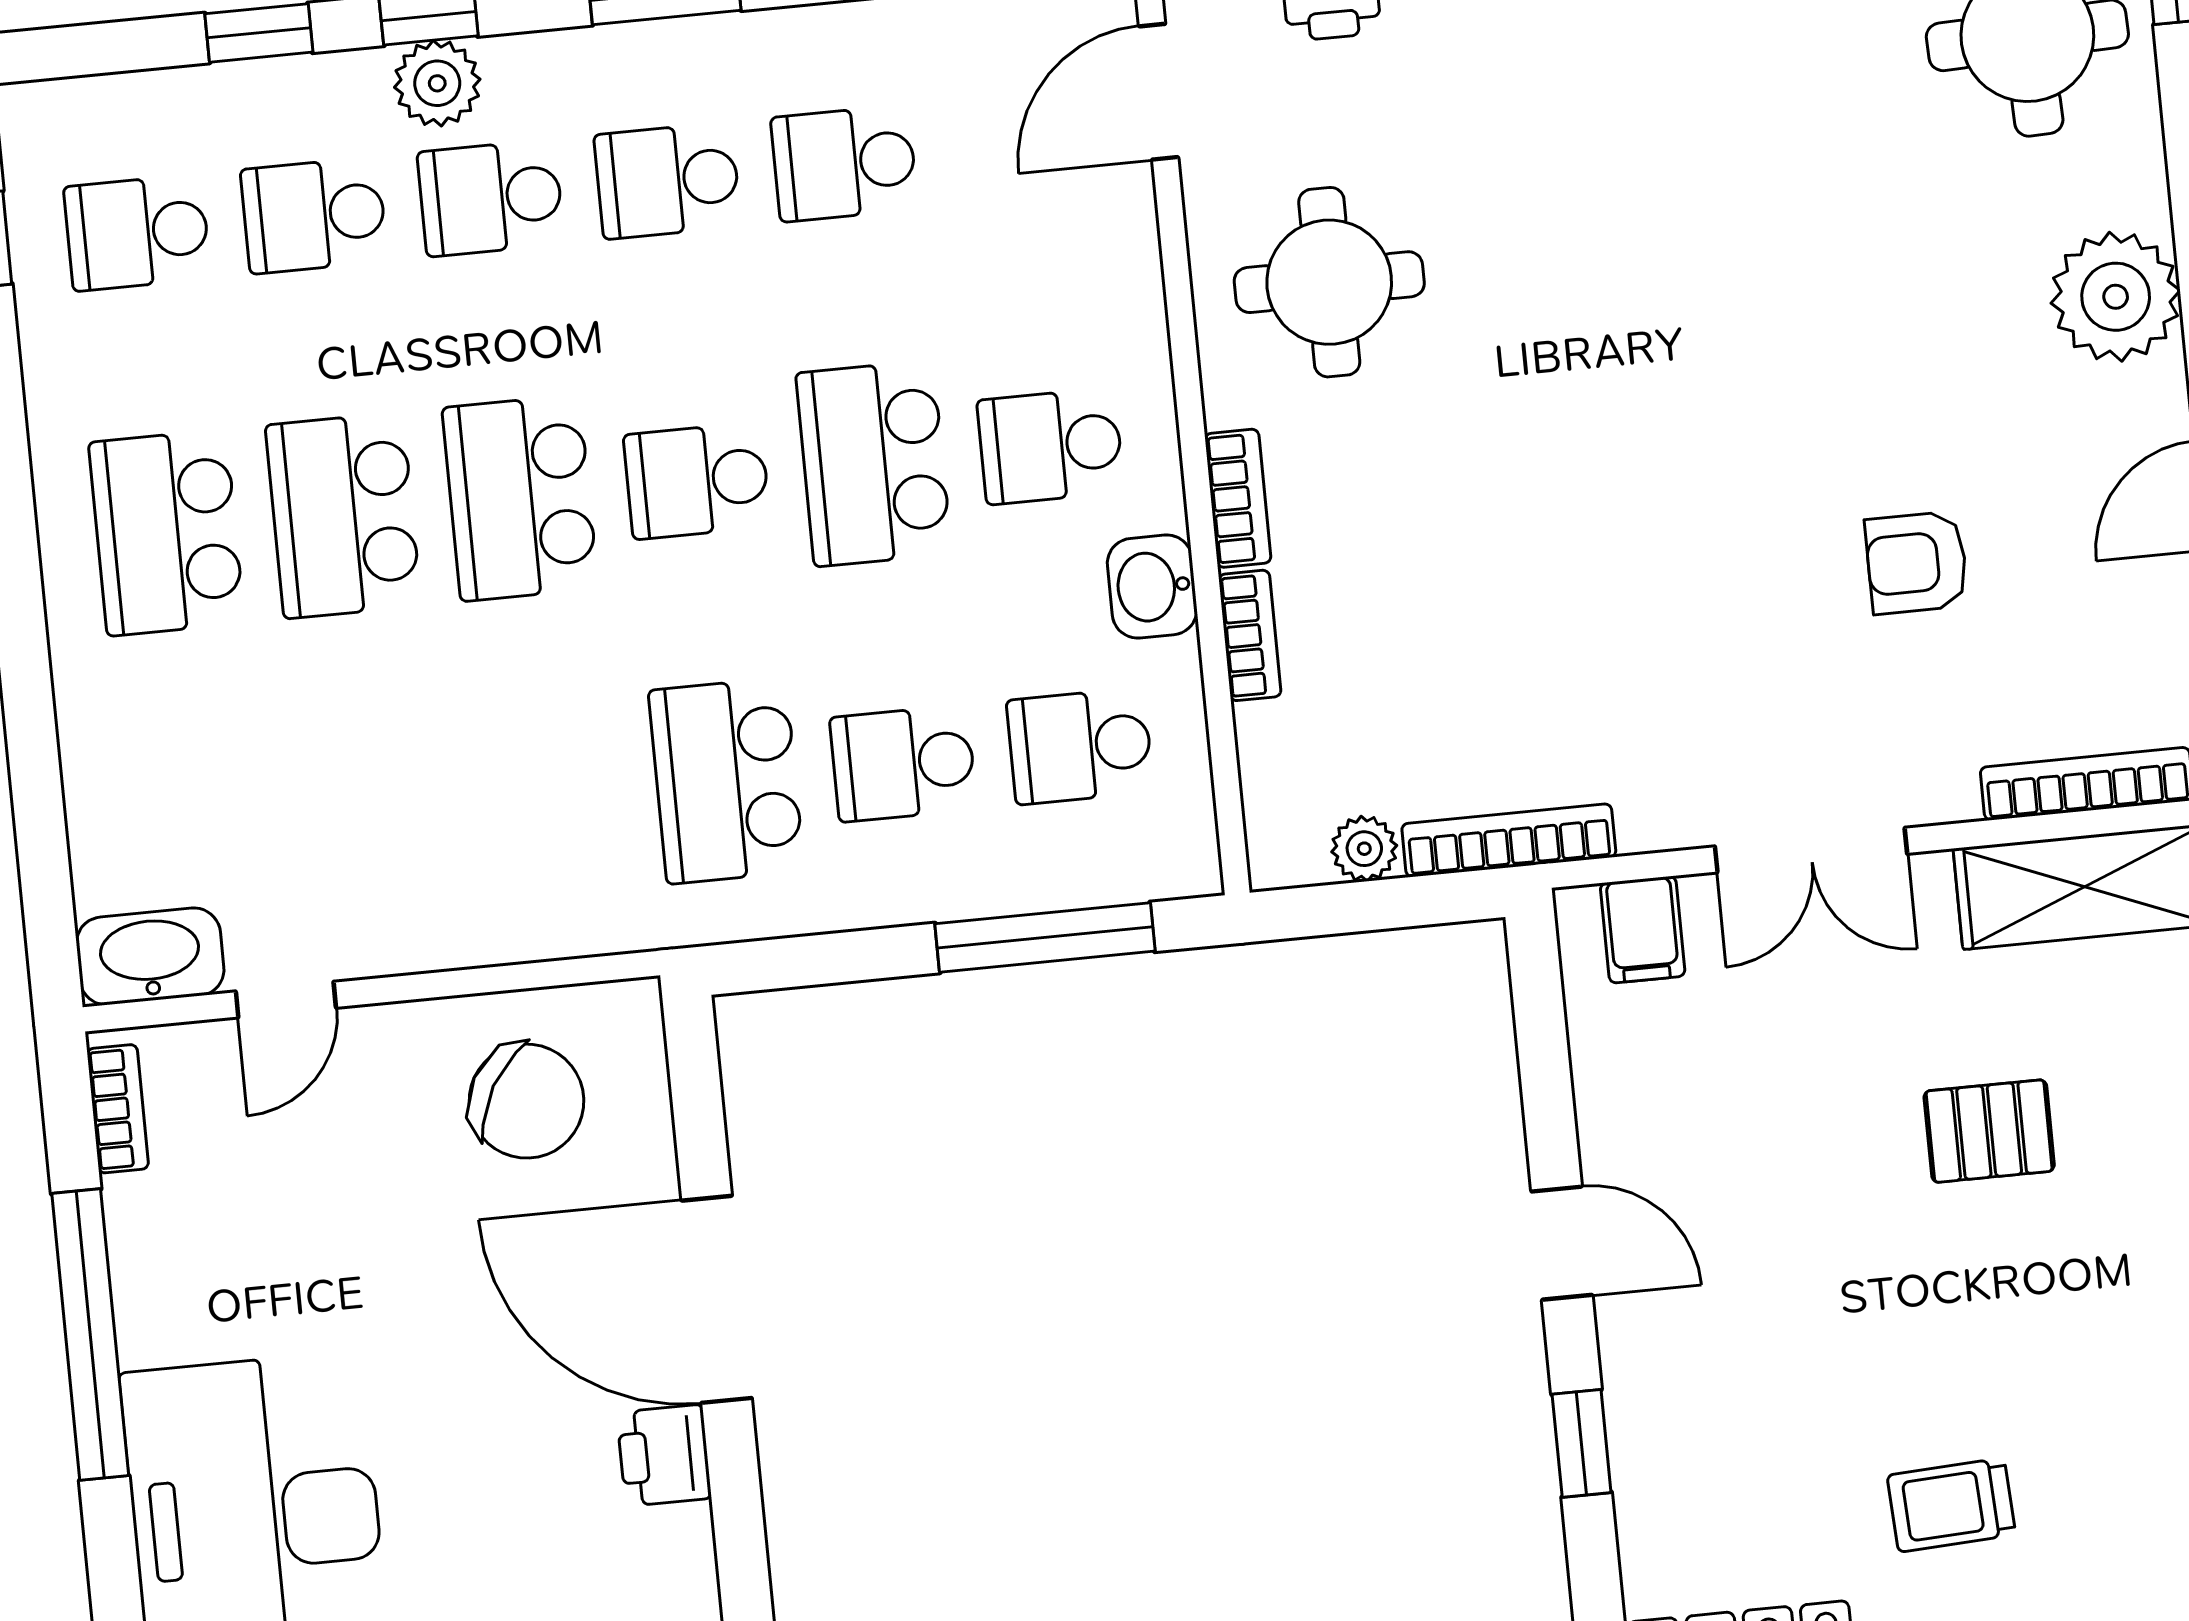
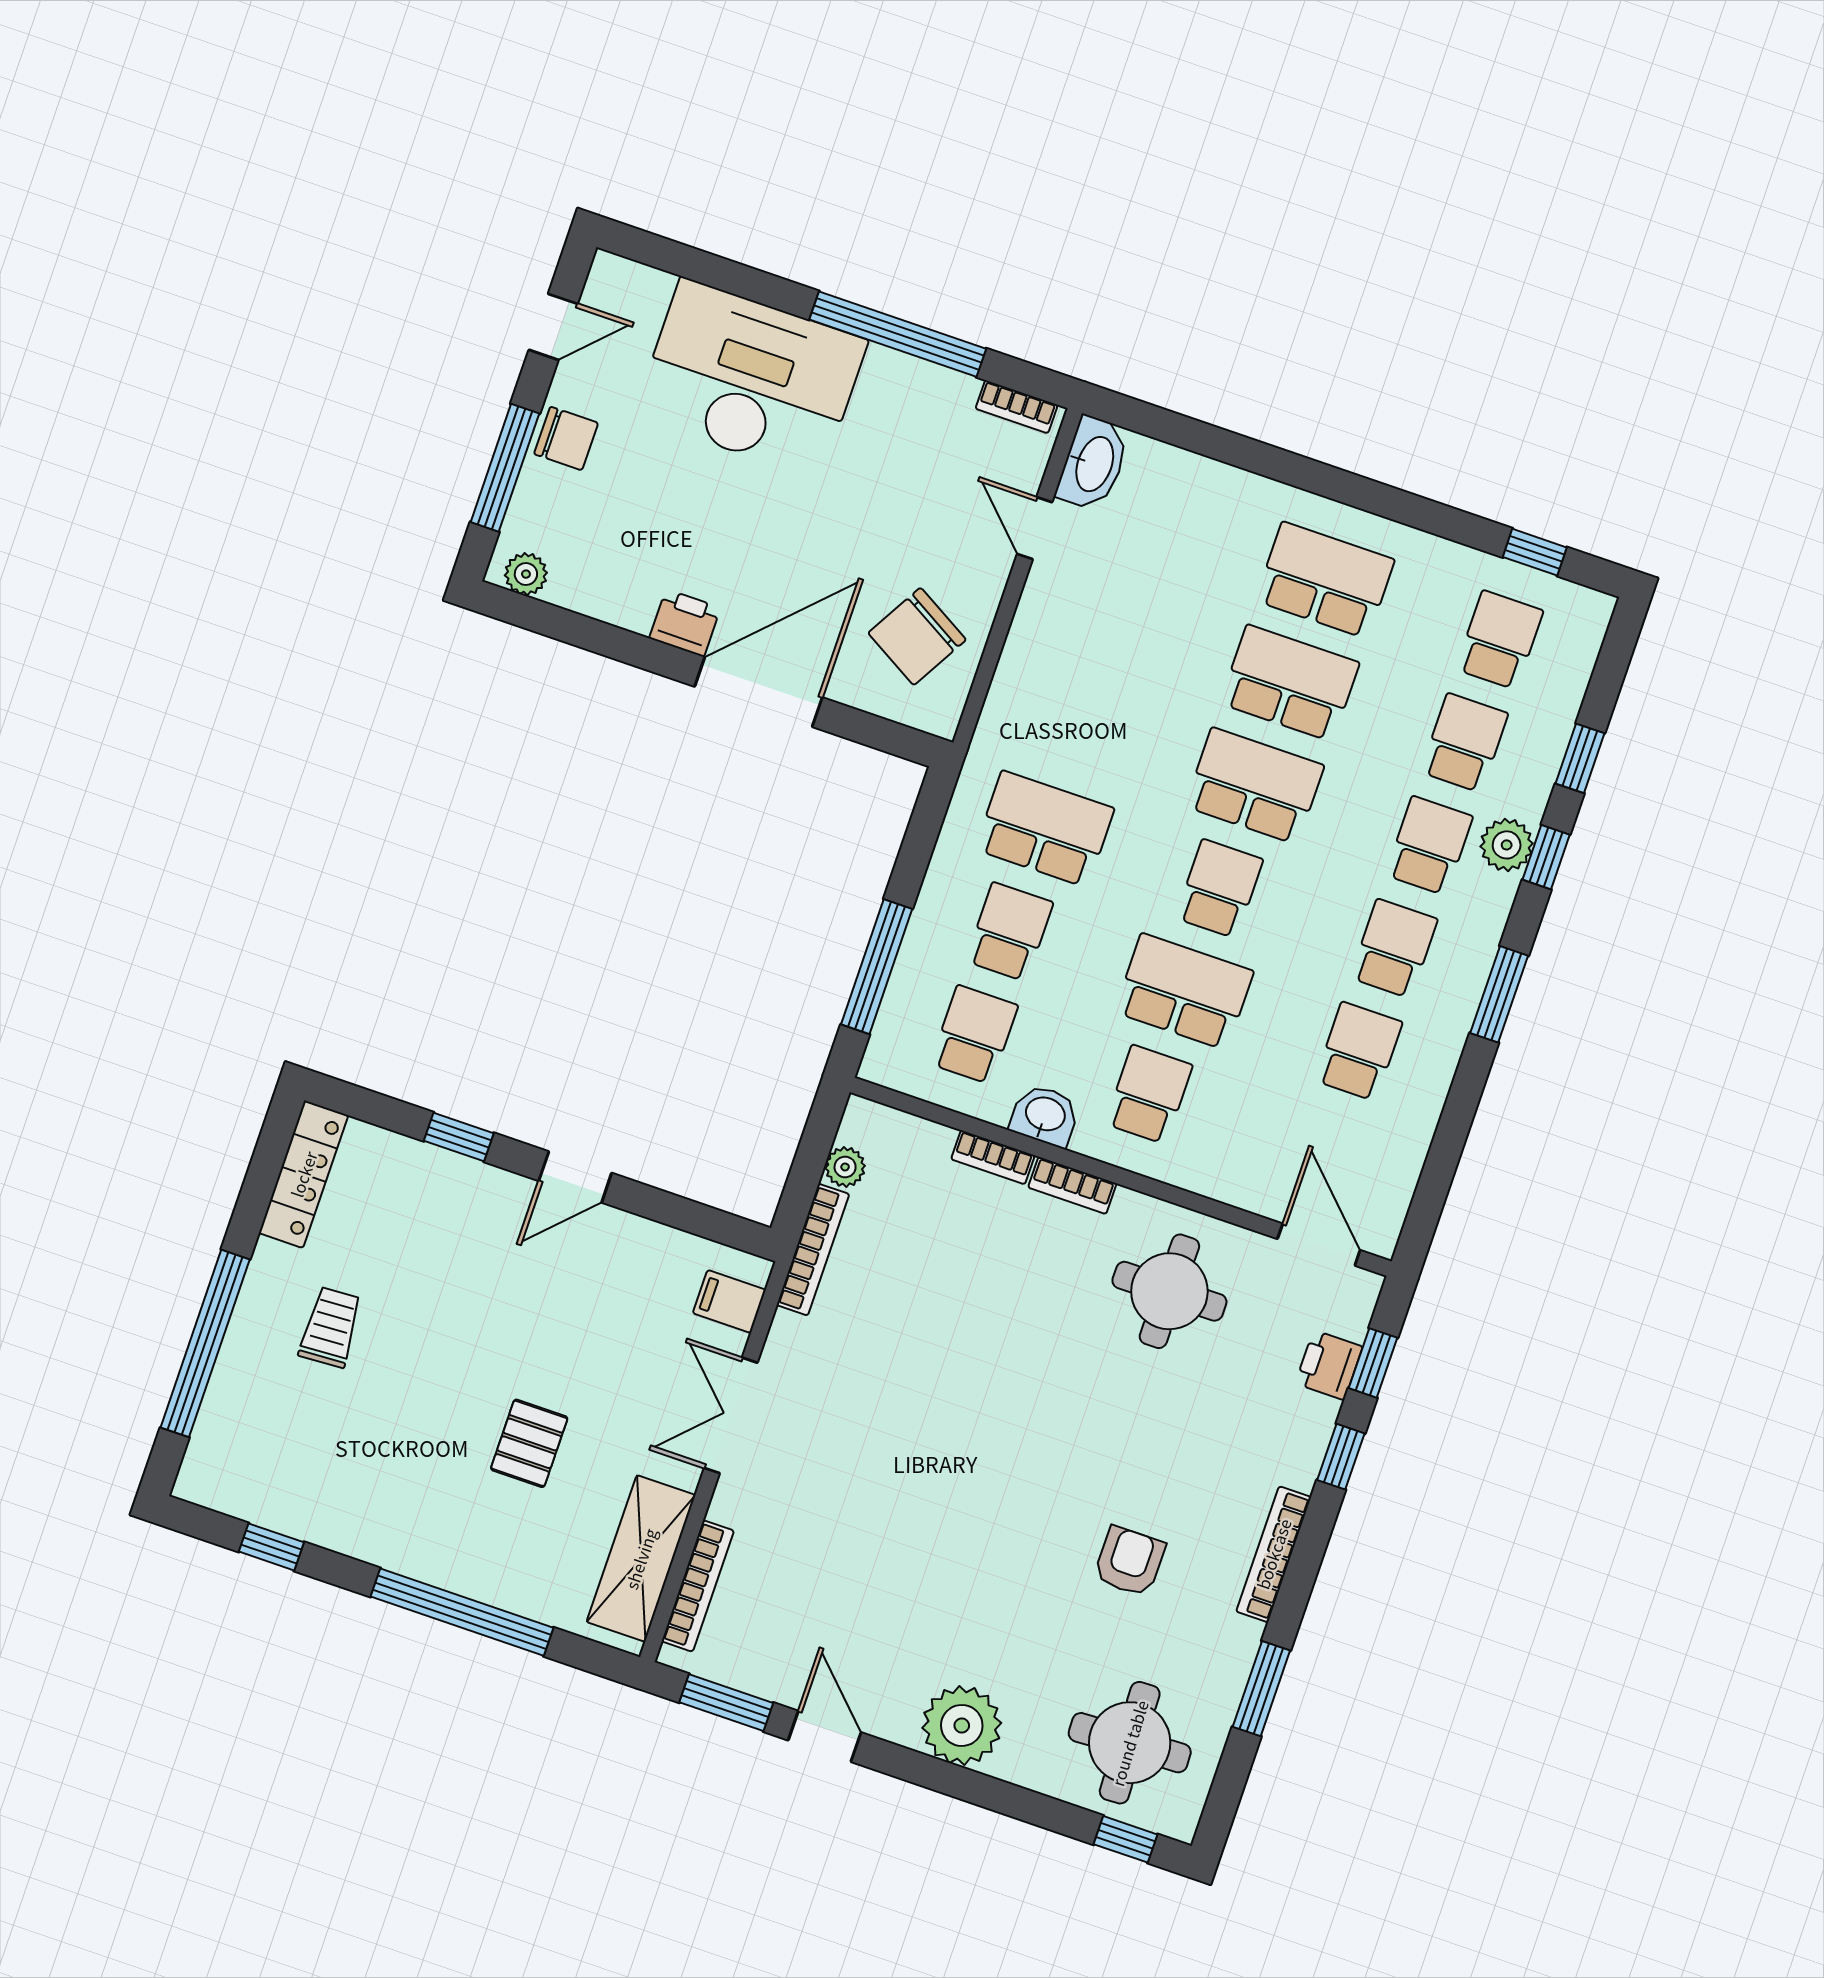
armchair: (1917, 563) -> (1130, 1561), moved

